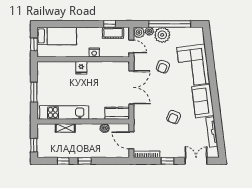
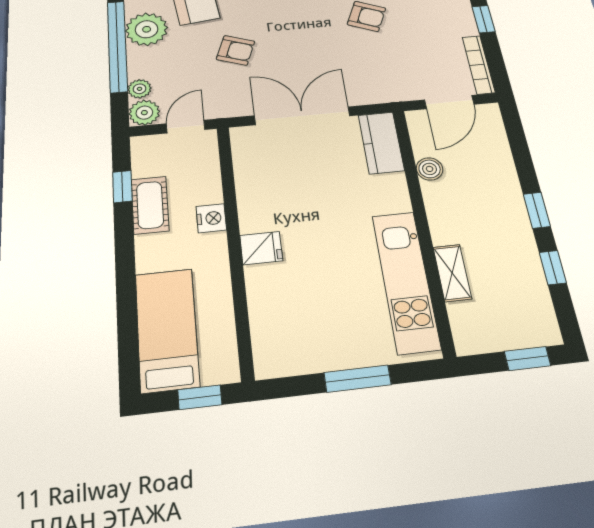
cot: (113, 33) -> (150, 205), moved
plant: (162, 35) -> (147, 29), moved

